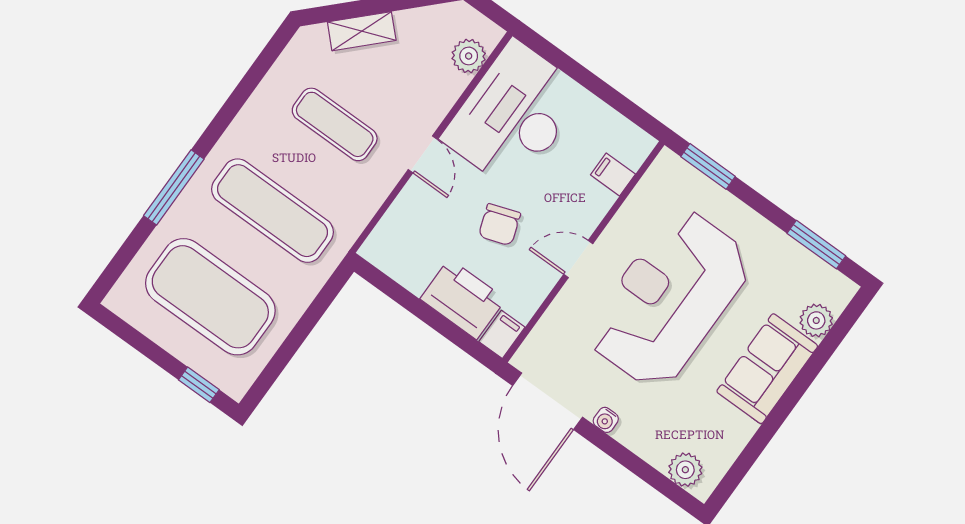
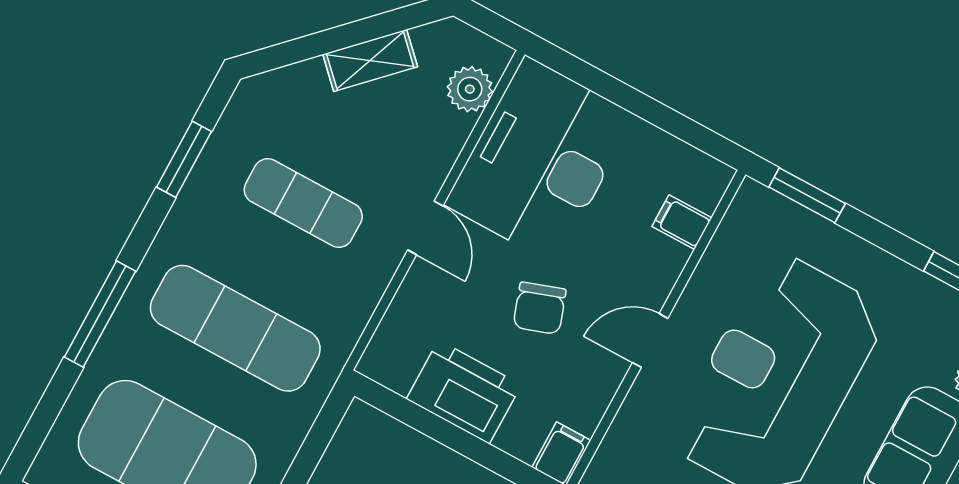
shelving: (362, 31) -> (370, 60), moved
window: (251, 81) -> (184, 159), added
printer: (463, 299) -> (464, 392), moved

